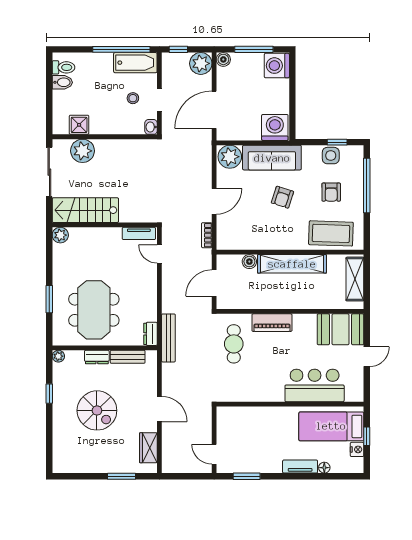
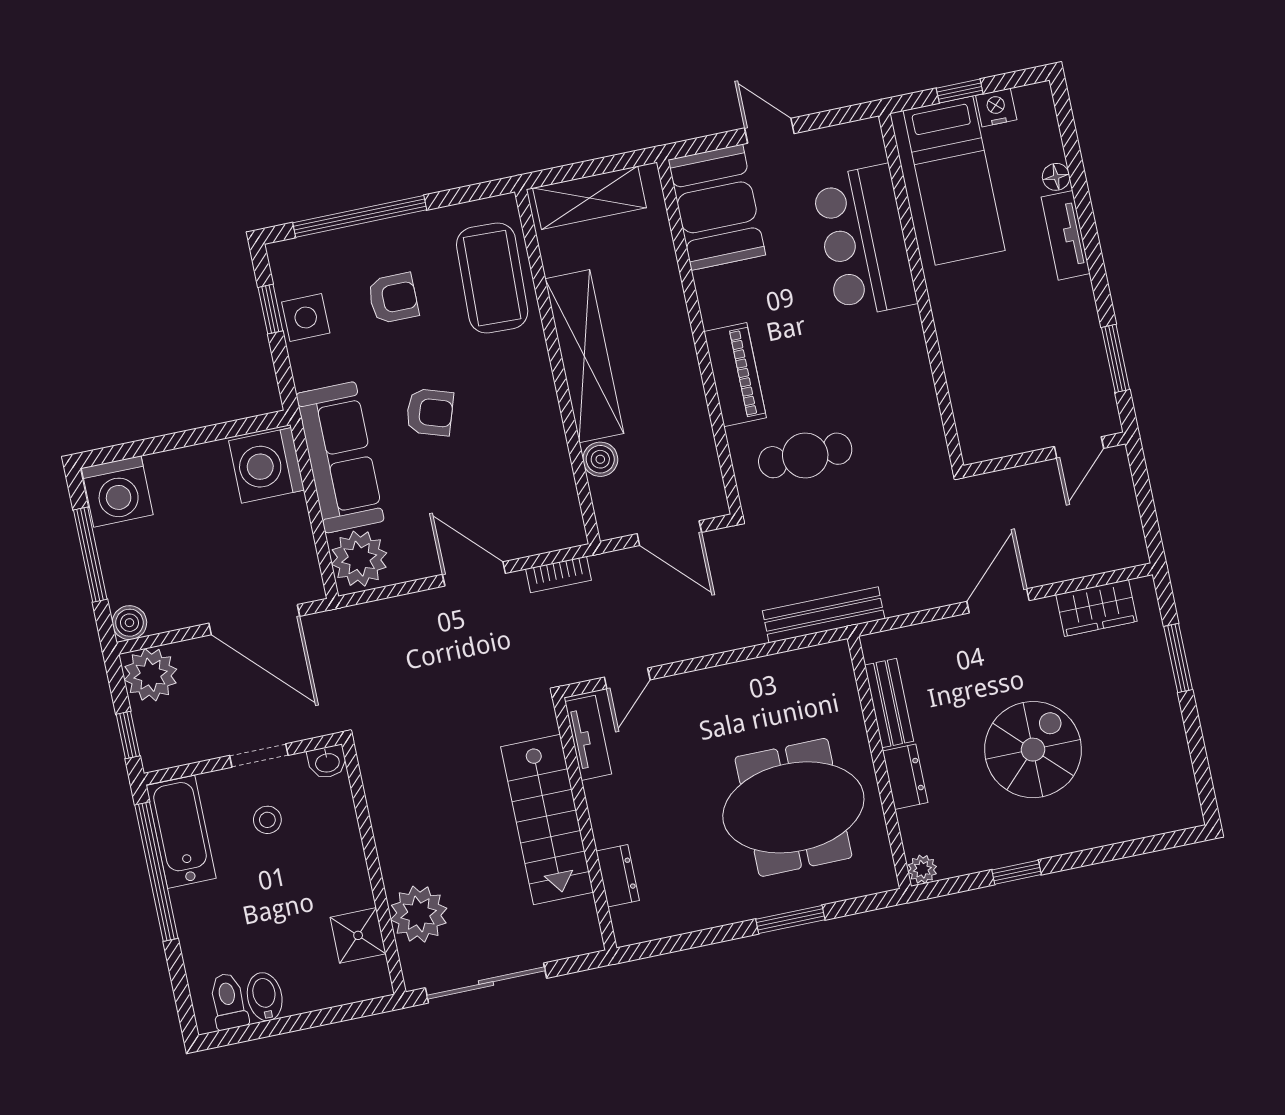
stairs: (85, 210) -> (547, 819), moved
plant: (60, 235) -> (632, 925), removed
dresser: (151, 334) -> (618, 876), moved, turned -90

